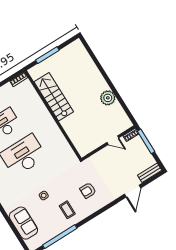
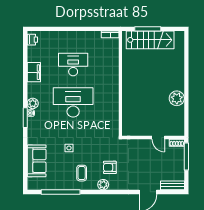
stairs: (54, 97) -> (150, 40), moved, turned 90
plant: (91, 208) -> (103, 185), added

